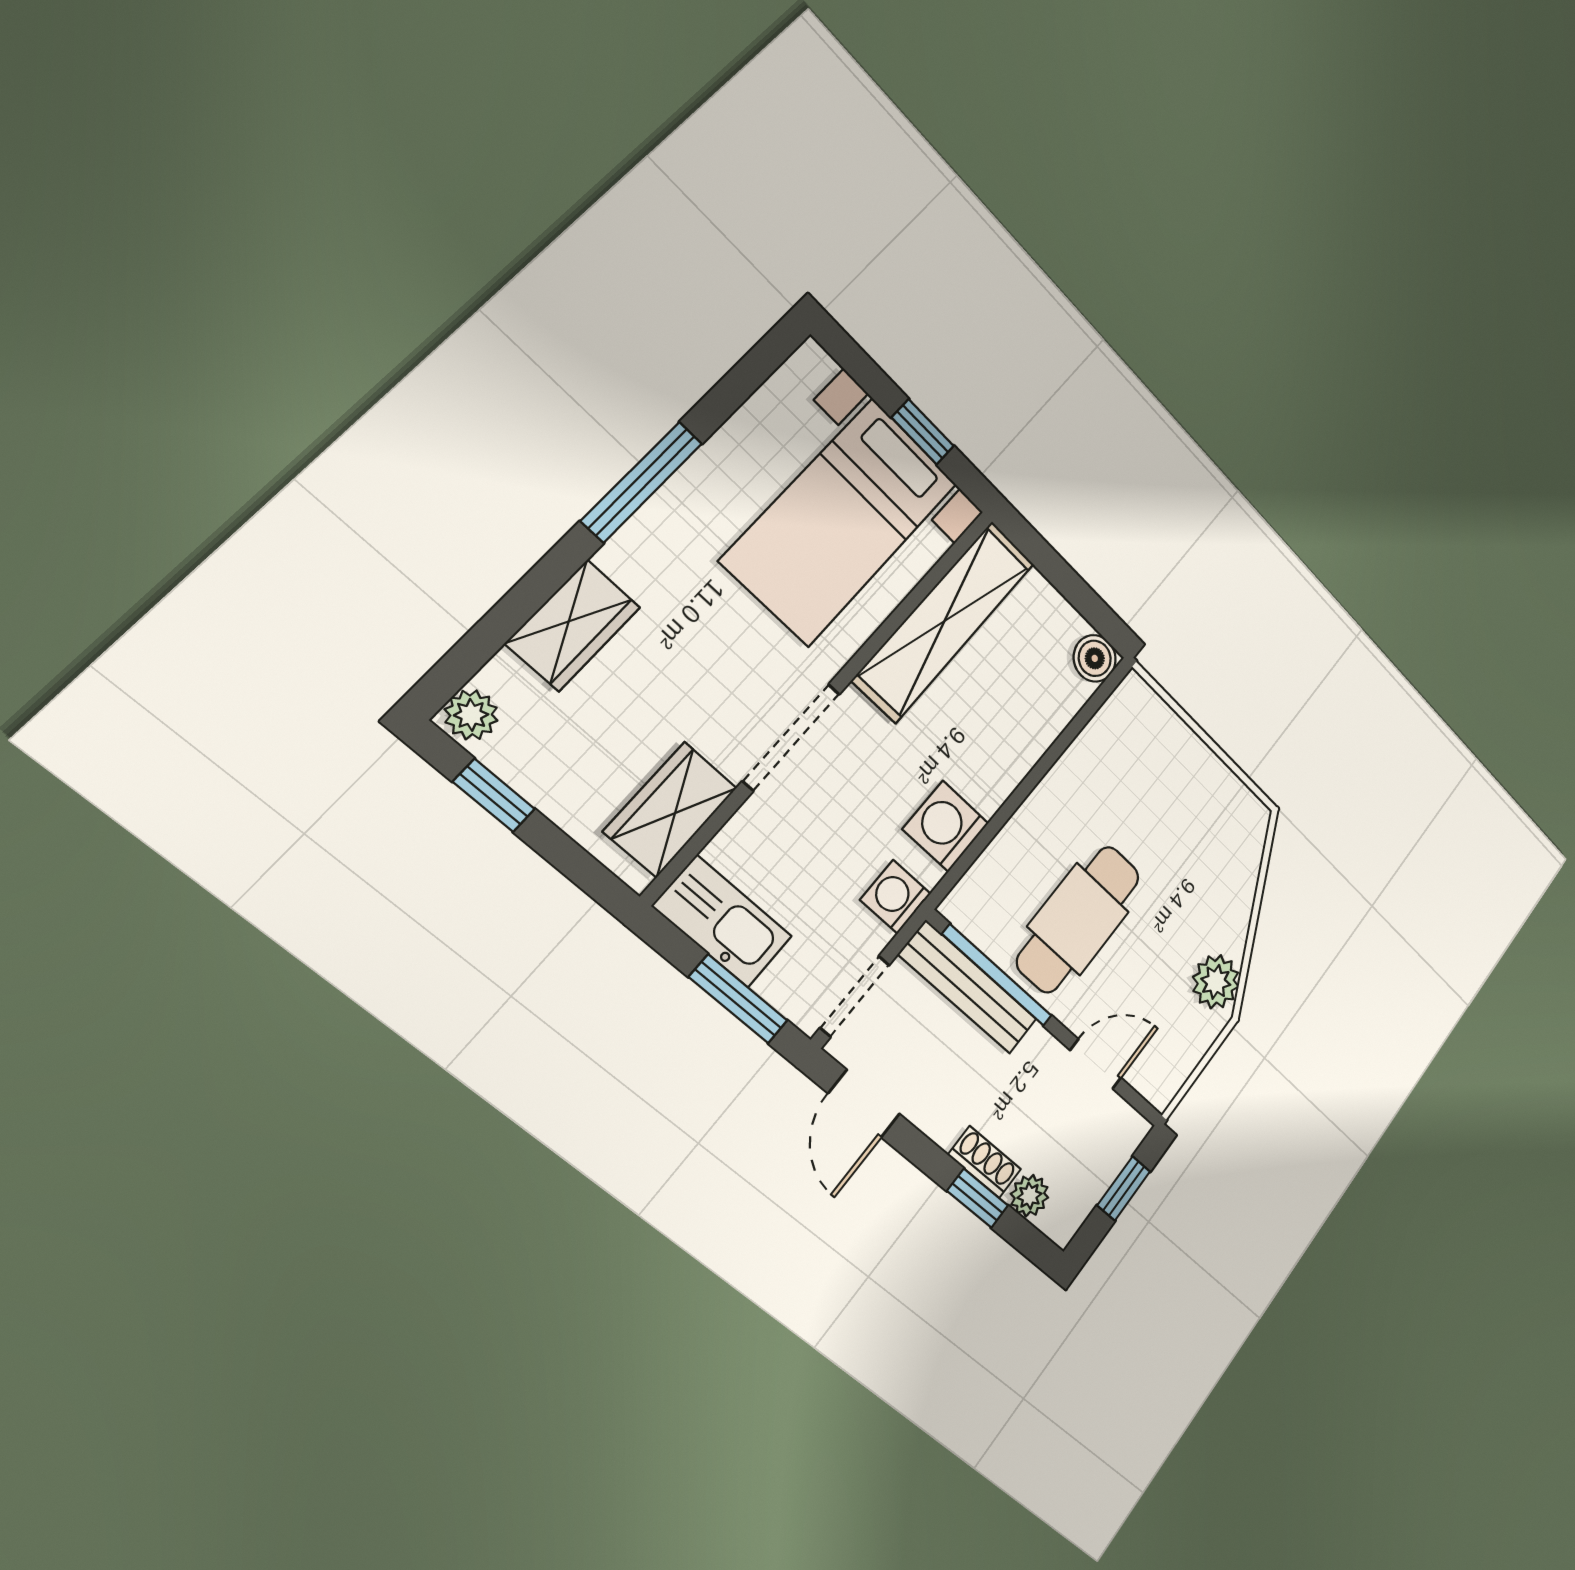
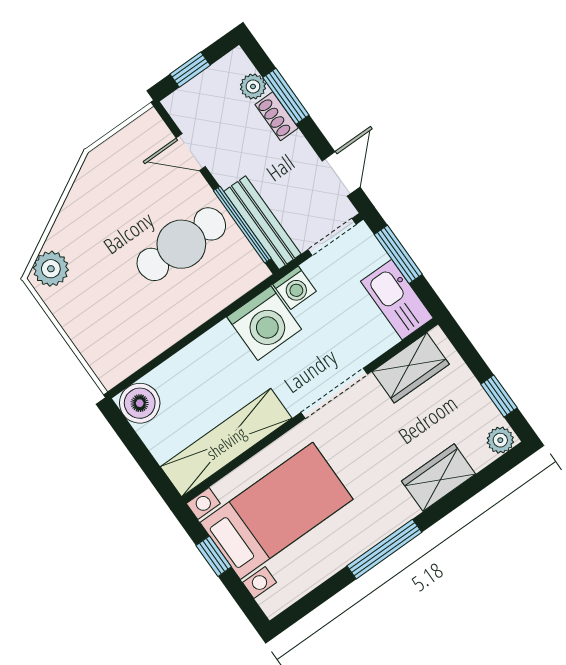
boiler: (1095, 658) -> (140, 403), width x1.36, depth x1.36
washing machine: (946, 826) -> (264, 323), width x1.37, depth x1.37
plant: (1216, 982) -> (51, 269), moved
window: (978, 1198) -> (286, 96), width x1.50

